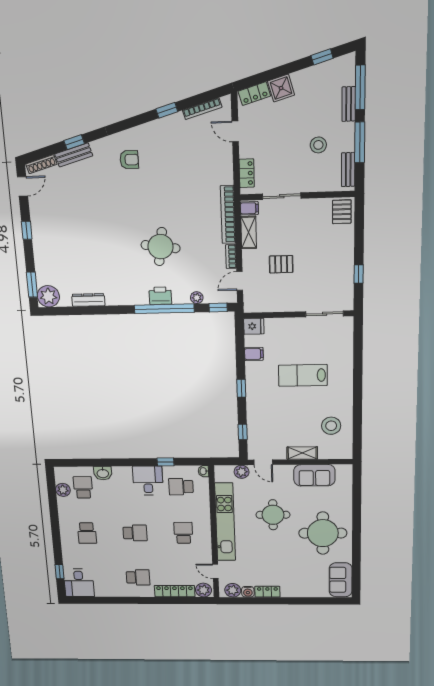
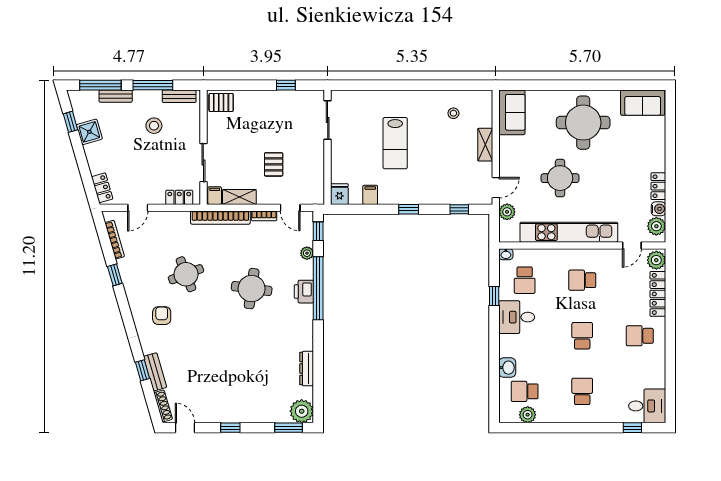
shower: (281, 88) -> (89, 132), moved
round table: (171, 182) -> (186, 274), added
stool: (331, 426) -> (453, 113), width x0.53, depth x0.53
sofa: (314, 475) -> (512, 112), moved
school desk: (87, 533) -> (582, 391), turned -90
school desk: (138, 577) -> (640, 336), turned -90

